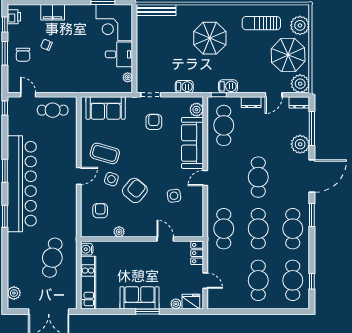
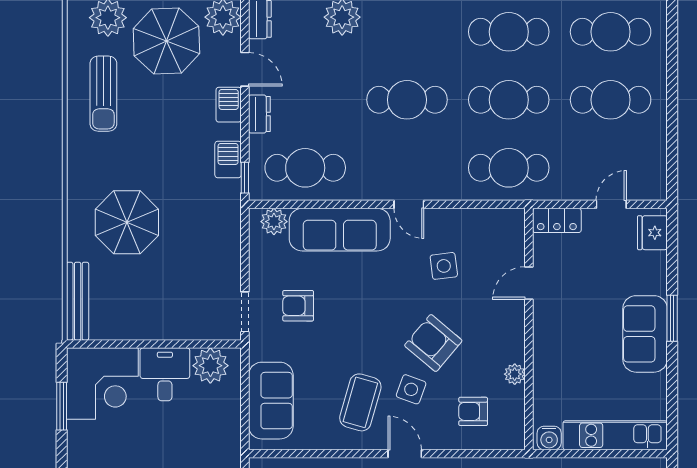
parasol: (210, 38) -> (127, 222), moved
plant: (128, 77) -> (210, 366), width x1.87, depth x1.87
barbecue: (184, 87) -> (229, 105), moved
plant: (176, 304) -> (657, 262), removed

